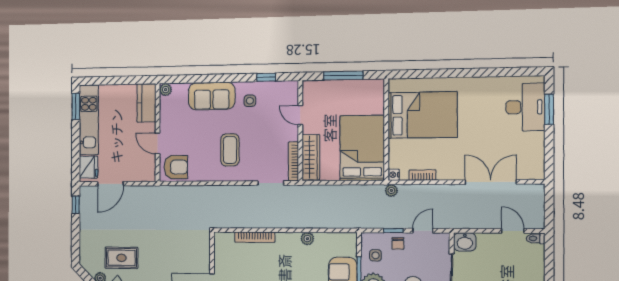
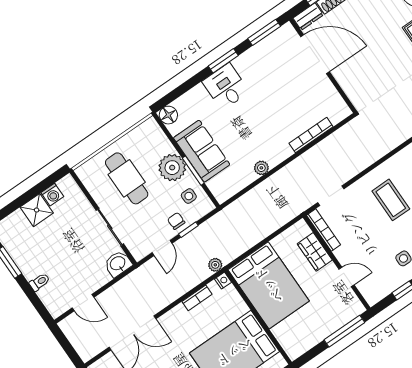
window: (343, 76) -> (344, 331), moved
wardrobe: (311, 157) -> (315, 252), width x0.67
toilet: (536, 238) -> (40, 282), moved

